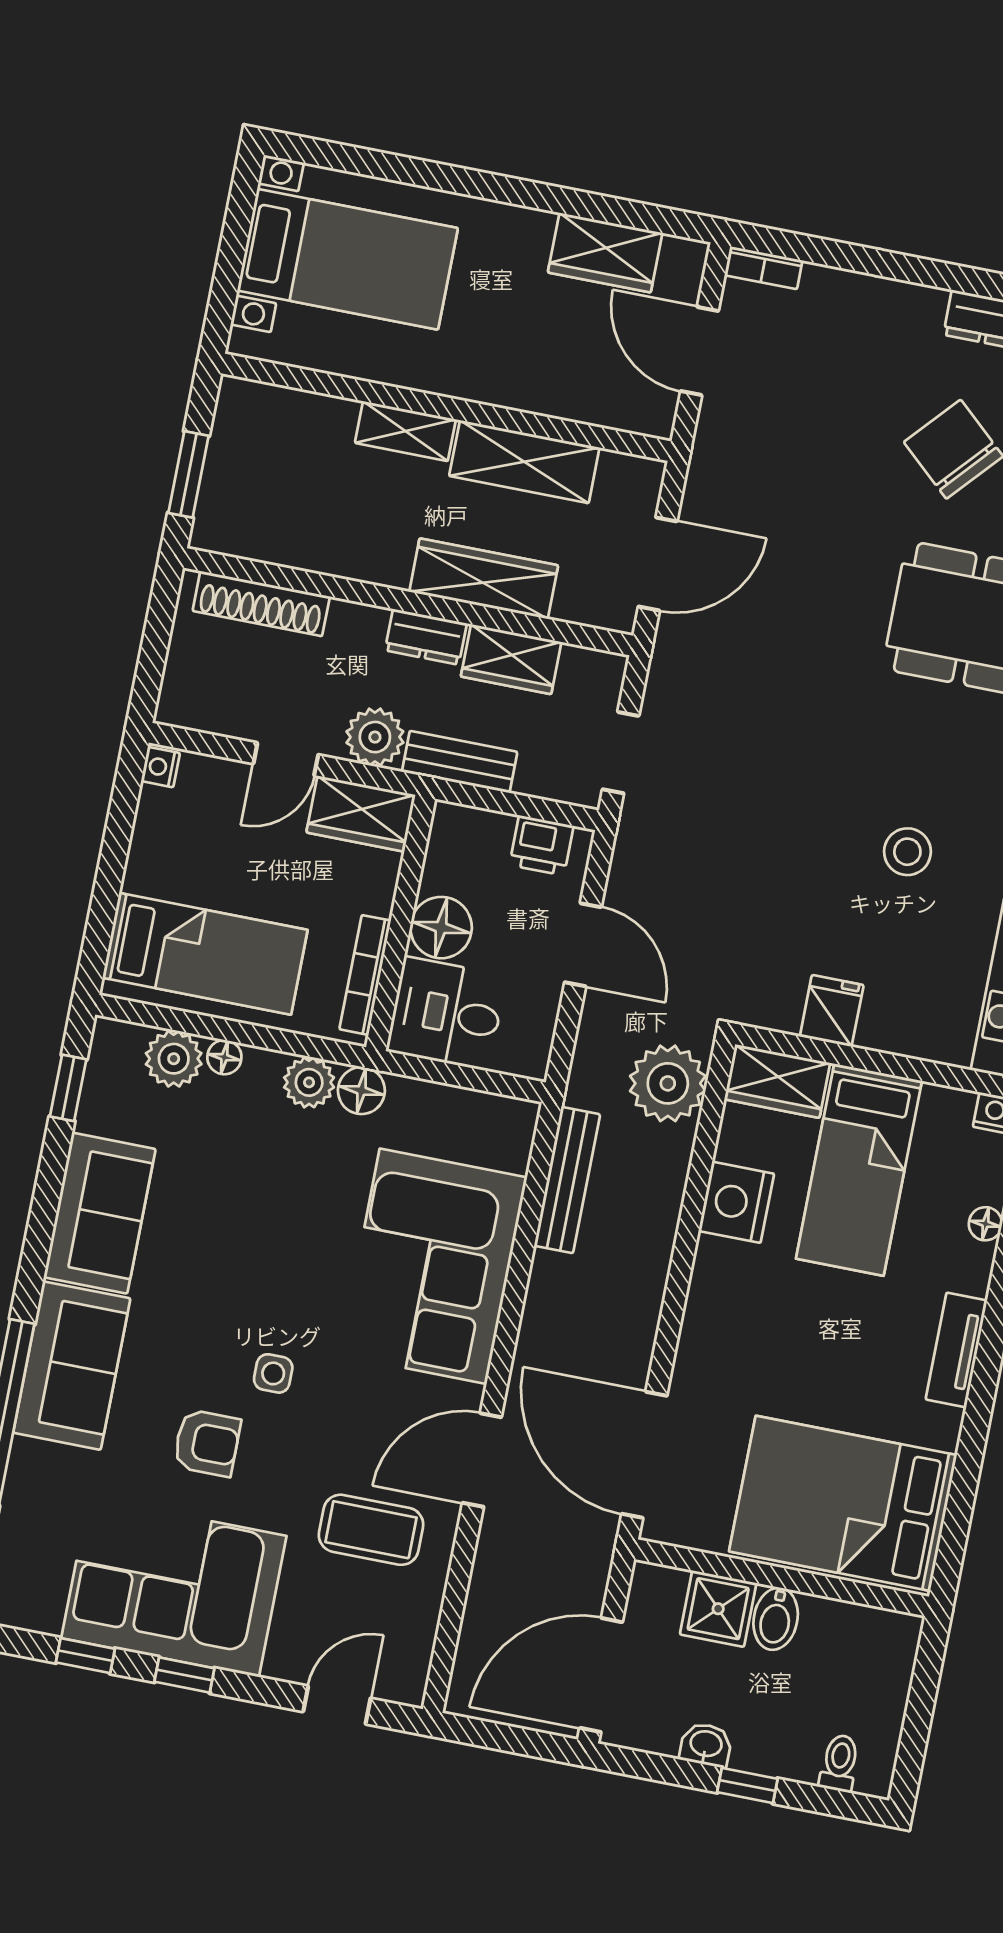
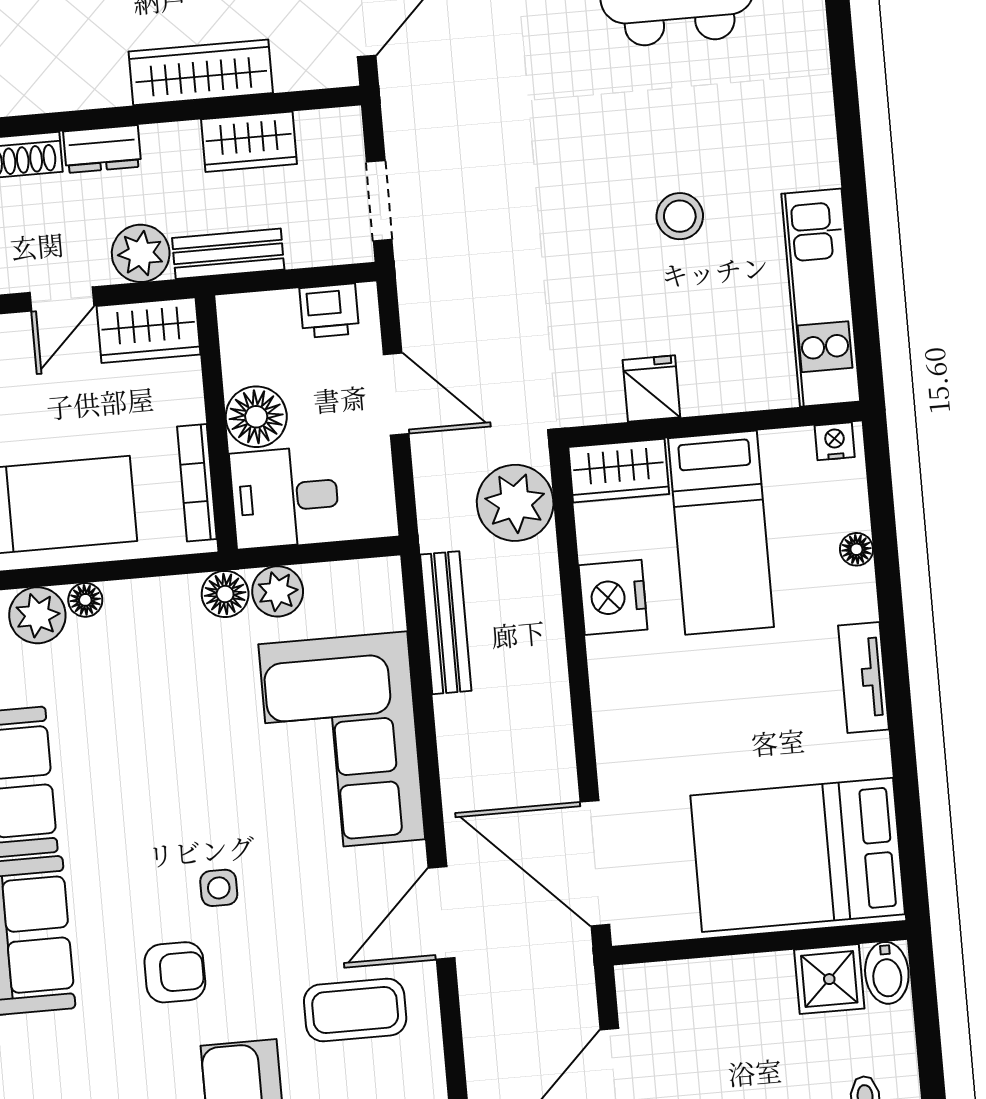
dresser: (426, 637) -> (102, 149), moved
plant: (309, 1082) -> (278, 591), moved
shower: (718, 1609) -> (829, 979), moved
bidet: (776, 1619) -> (887, 973), moved

